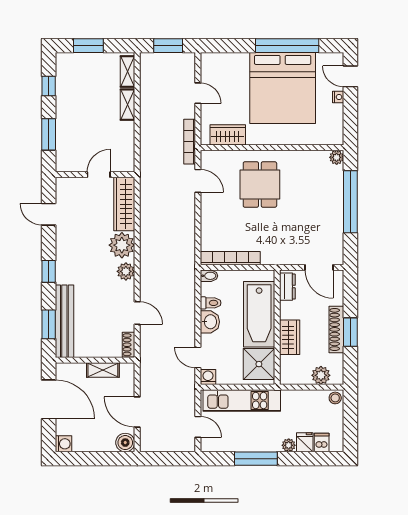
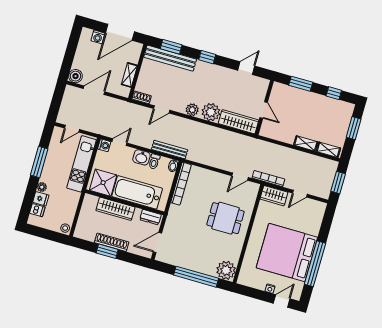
wardrobe: (228, 135) -> (274, 196), moved, turned 90
plant: (337, 157) -> (226, 270), width x1.87, depth x1.87
bench: (188, 287) -> (170, 150), added
wardrobe: (290, 337) -> (115, 209), width x1.50
plant: (321, 375) -> (83, 223), removed
washing machine: (64, 444) -> (98, 37), moved

